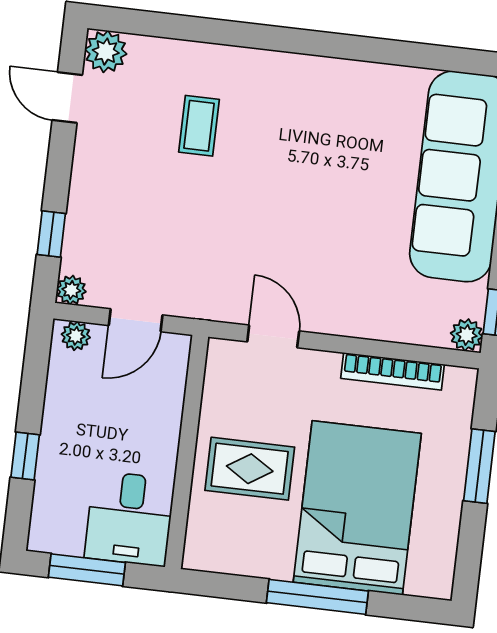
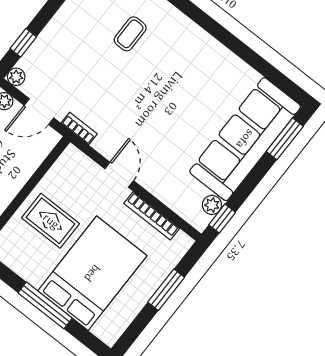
bookcase: (209, 309) -> (79, 128), added
plant: (467, 335) -> (212, 205), moved
door: (273, 336) -> (119, 175), moved

